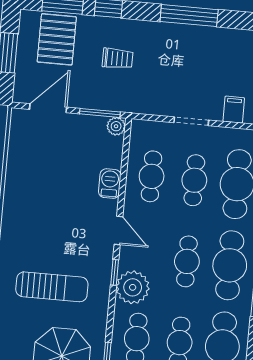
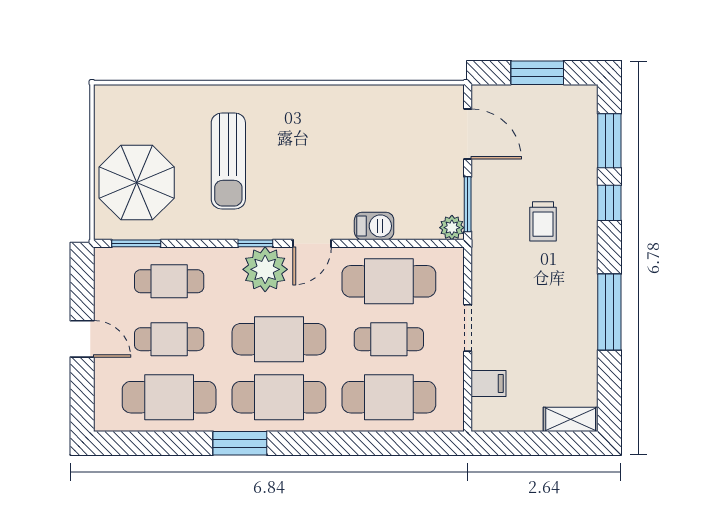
pallet: (57, 39) -> (561, 137), removed
cafe table: (152, 176) -> (389, 281), width x1.37, depth x1.35
cafe table: (187, 261) -> (279, 339), width x1.37, depth x1.35
plant: (133, 287) -> (265, 269), moved

